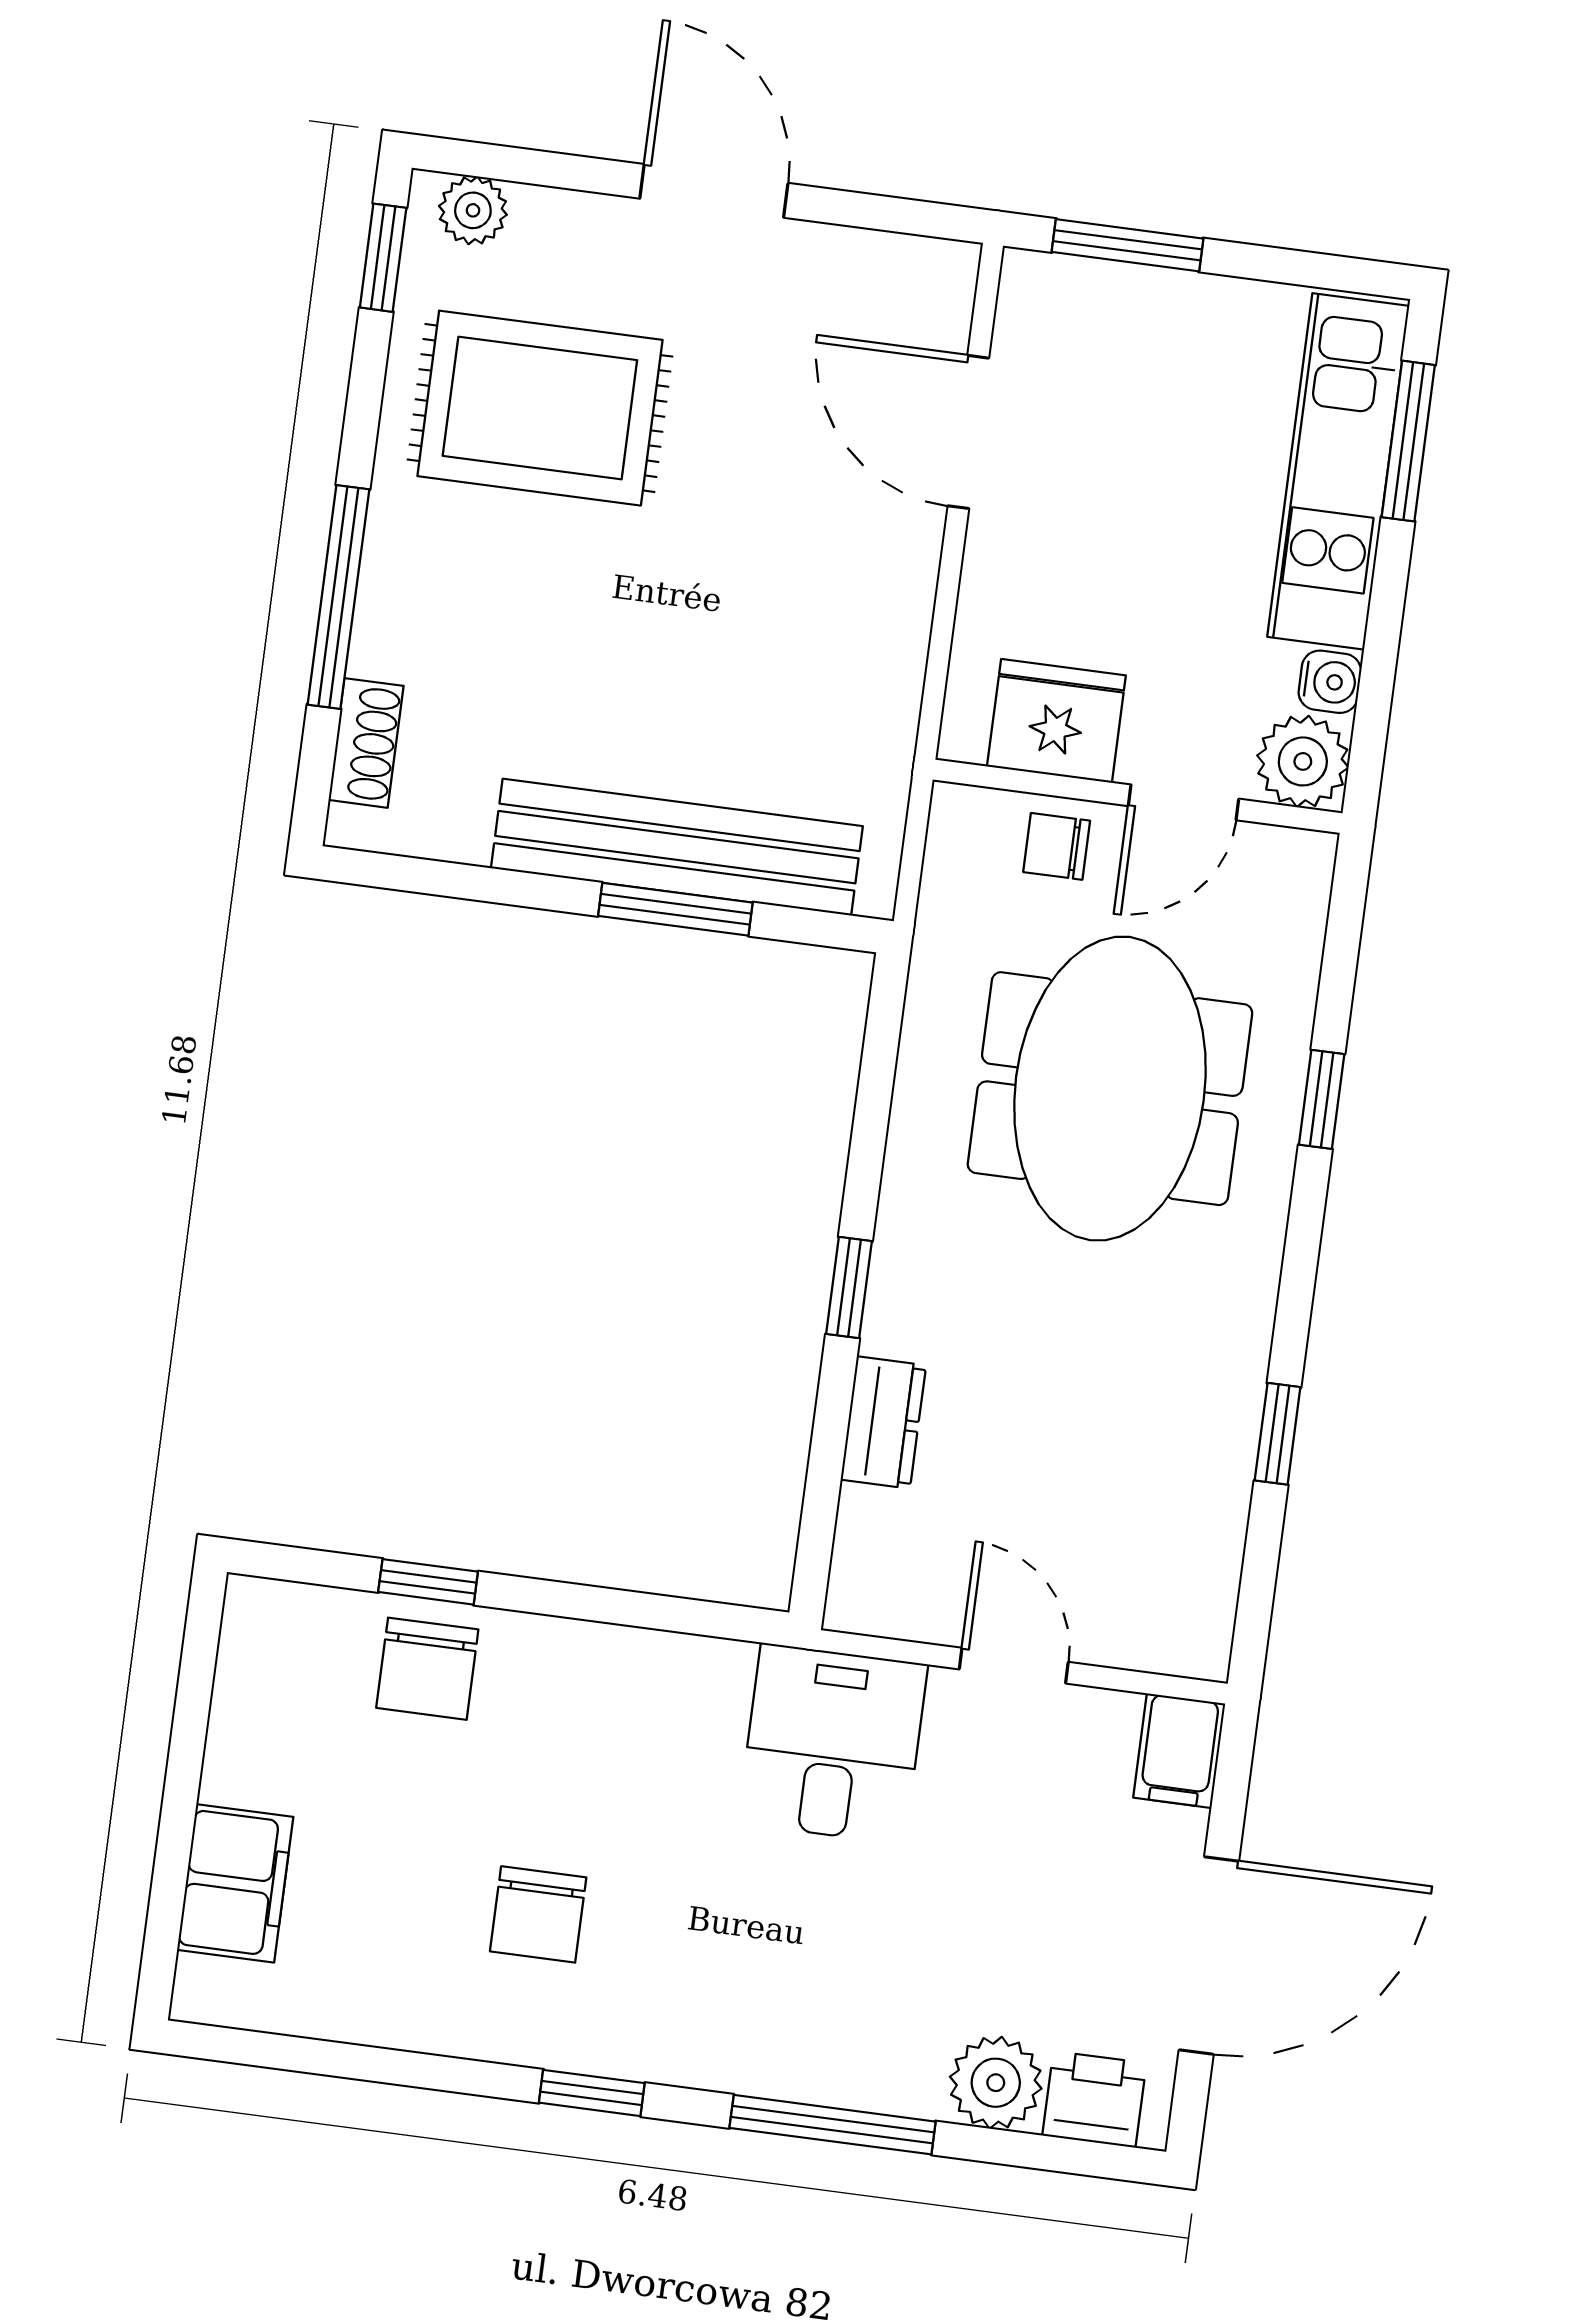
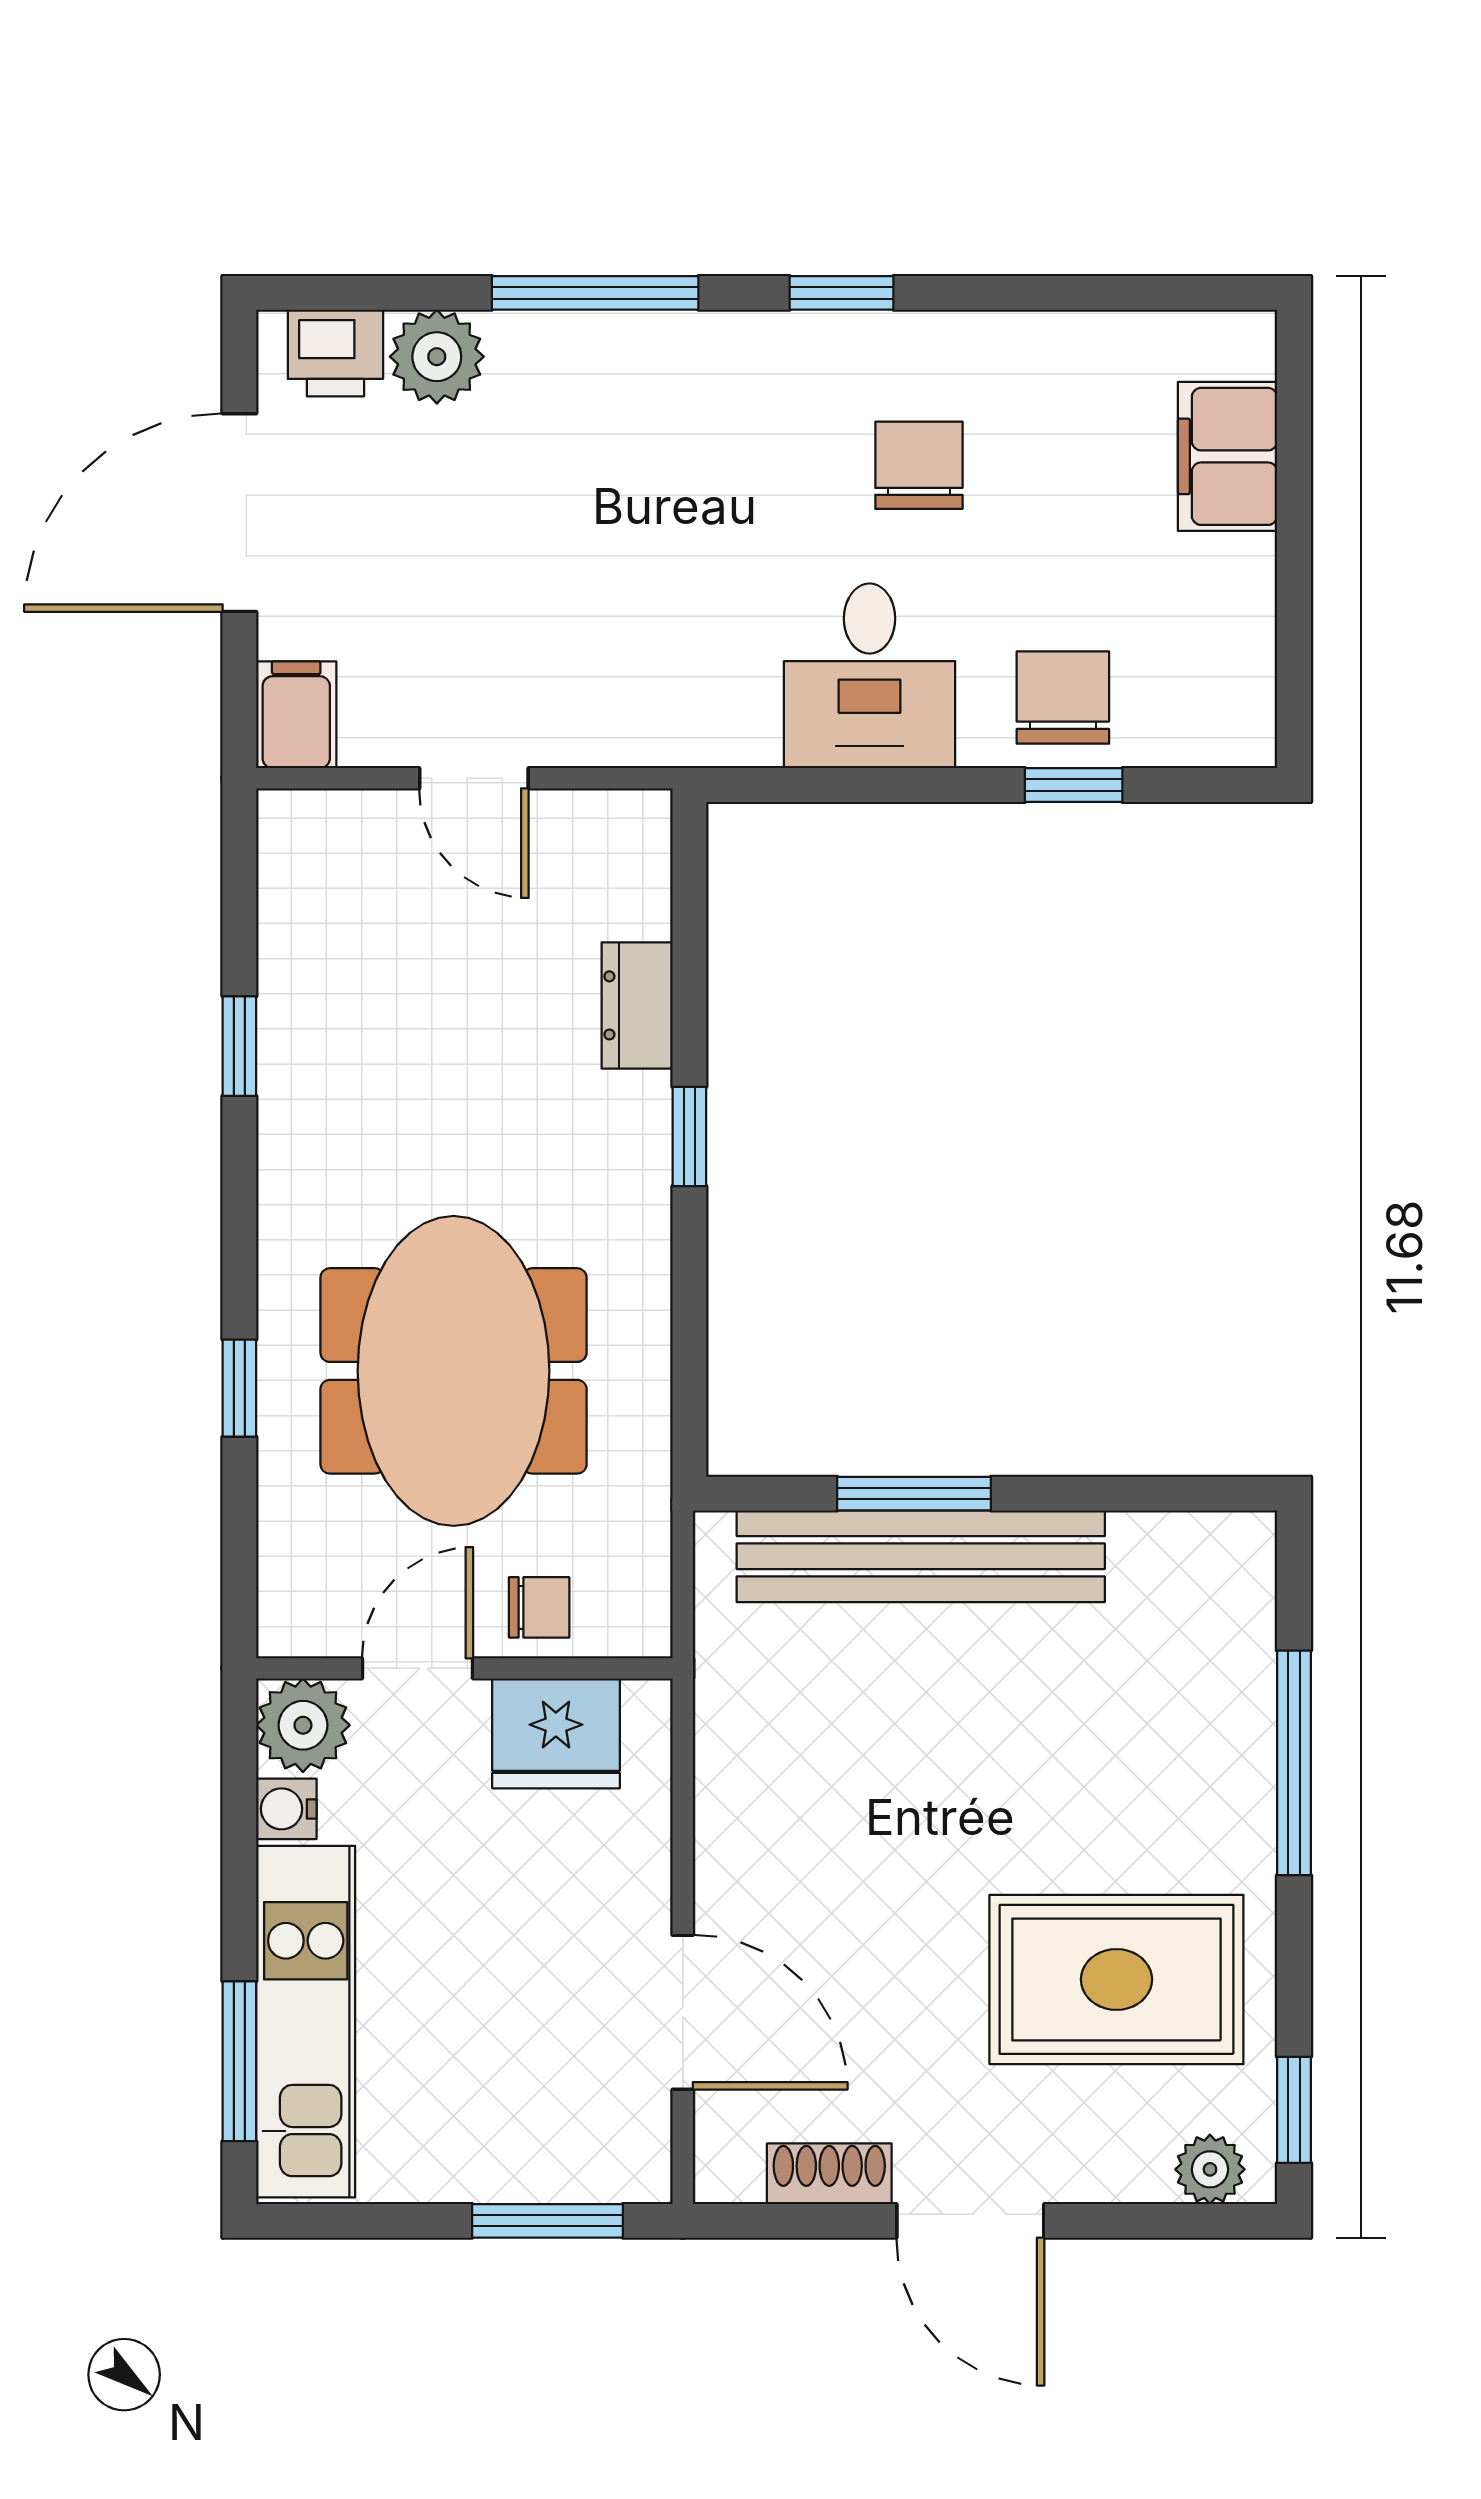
shoe rack: (366, 743) -> (829, 2174), moved, turned 90
desk: (833, 1744) -> (870, 676), moved

